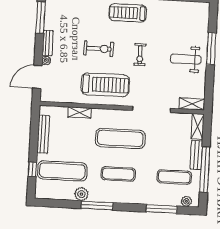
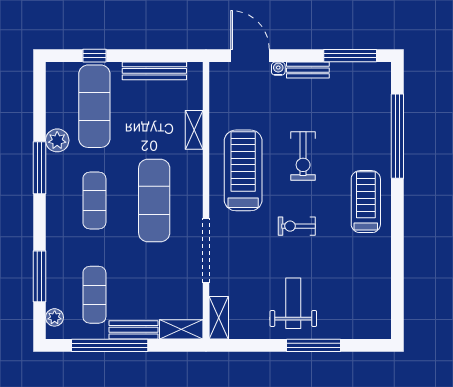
treadmill: (105, 85) -> (243, 170), turned 180

